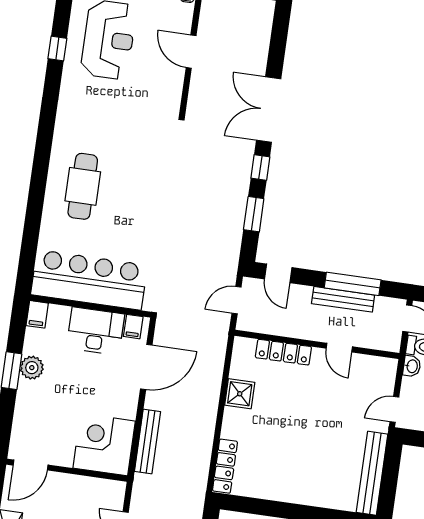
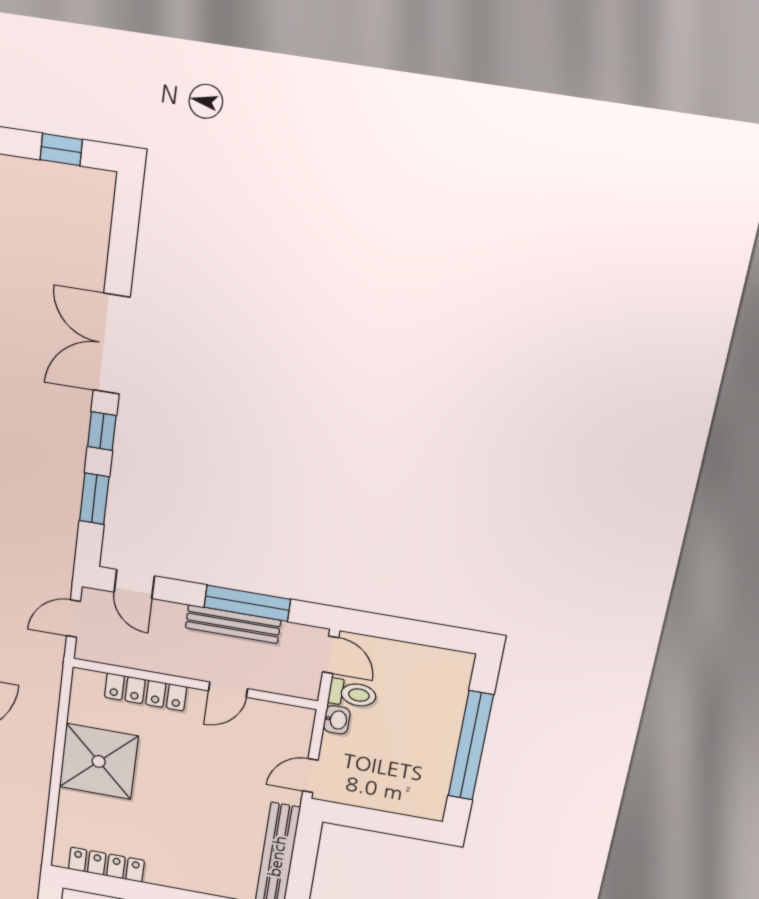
door: (339, 348) -> (228, 690), hinge flipped
shower: (240, 394) -> (99, 761), width x1.86, depth x1.86
locker: (225, 466) -> (106, 865), moved, turned -90

